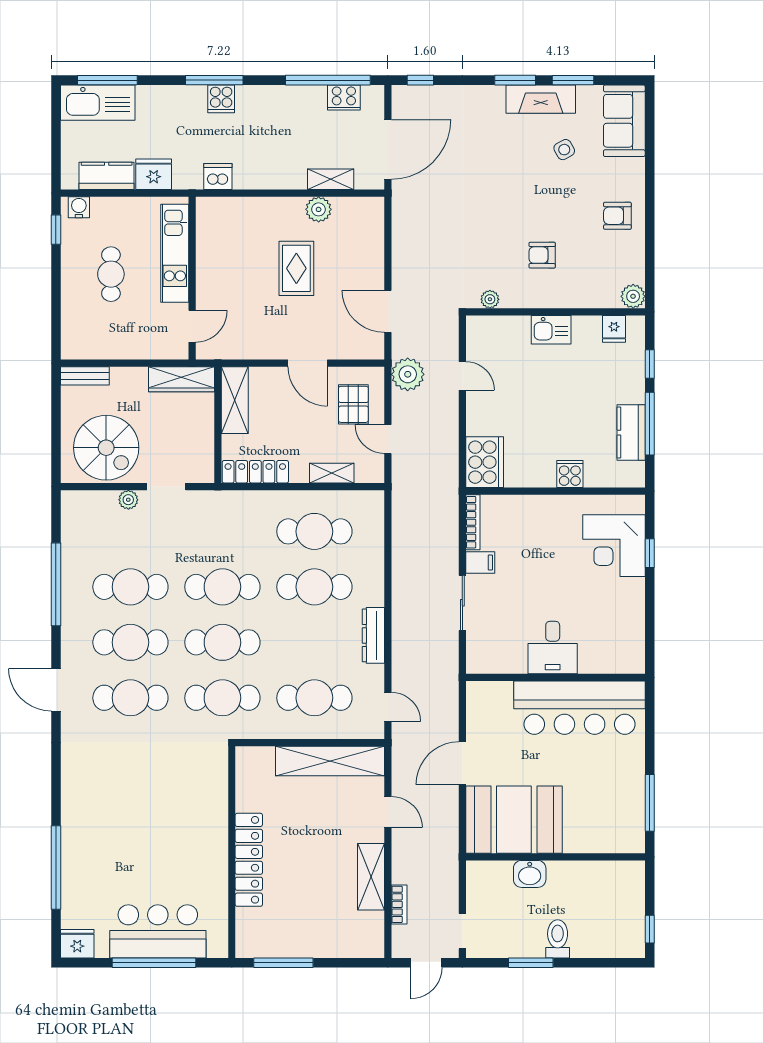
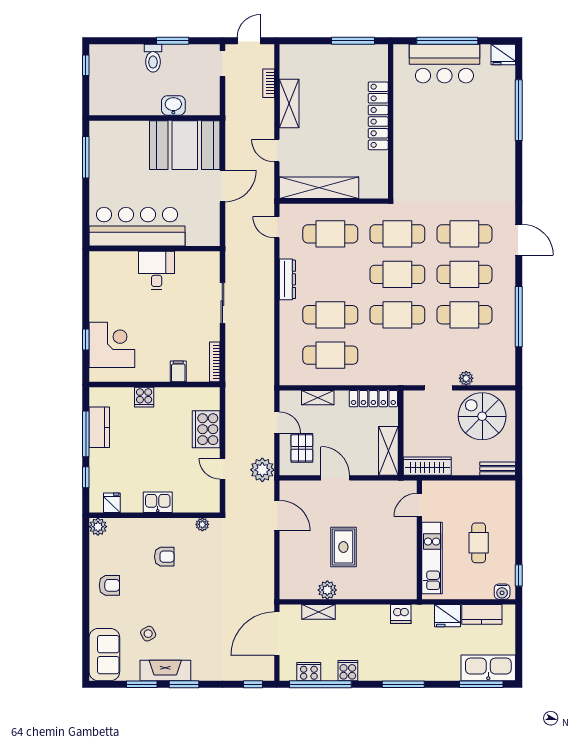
cooker: (221, 99) -> (348, 671), moved
cooker: (485, 462) -> (206, 429), moved
filing cabinet: (480, 563) -> (178, 371), moved, turned 90

